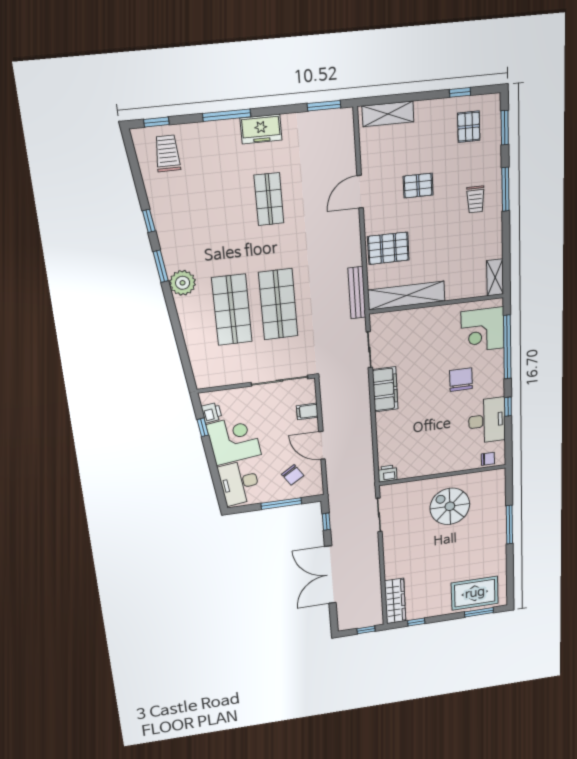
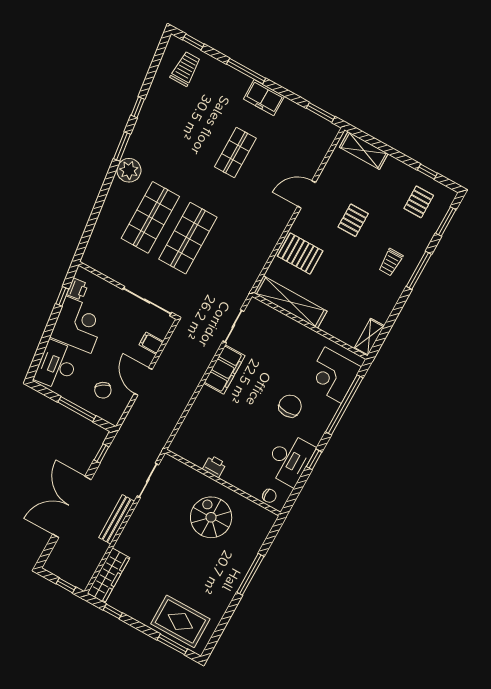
pallet: (418, 186) -> (353, 220), turned 90
bench: (357, 293) -> (117, 519), moved
printer: (387, 474) -> (214, 466), moved

